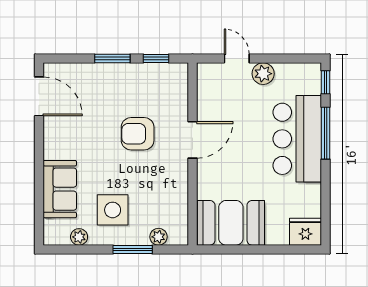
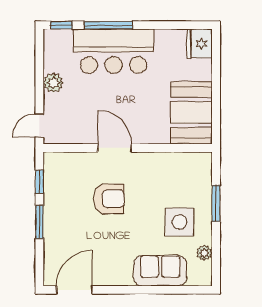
door: (237, 59) -> (39, 126), moved
armchair: (138, 134) -> (109, 199), turned -90
plant: (158, 237) -> (204, 179), removed

